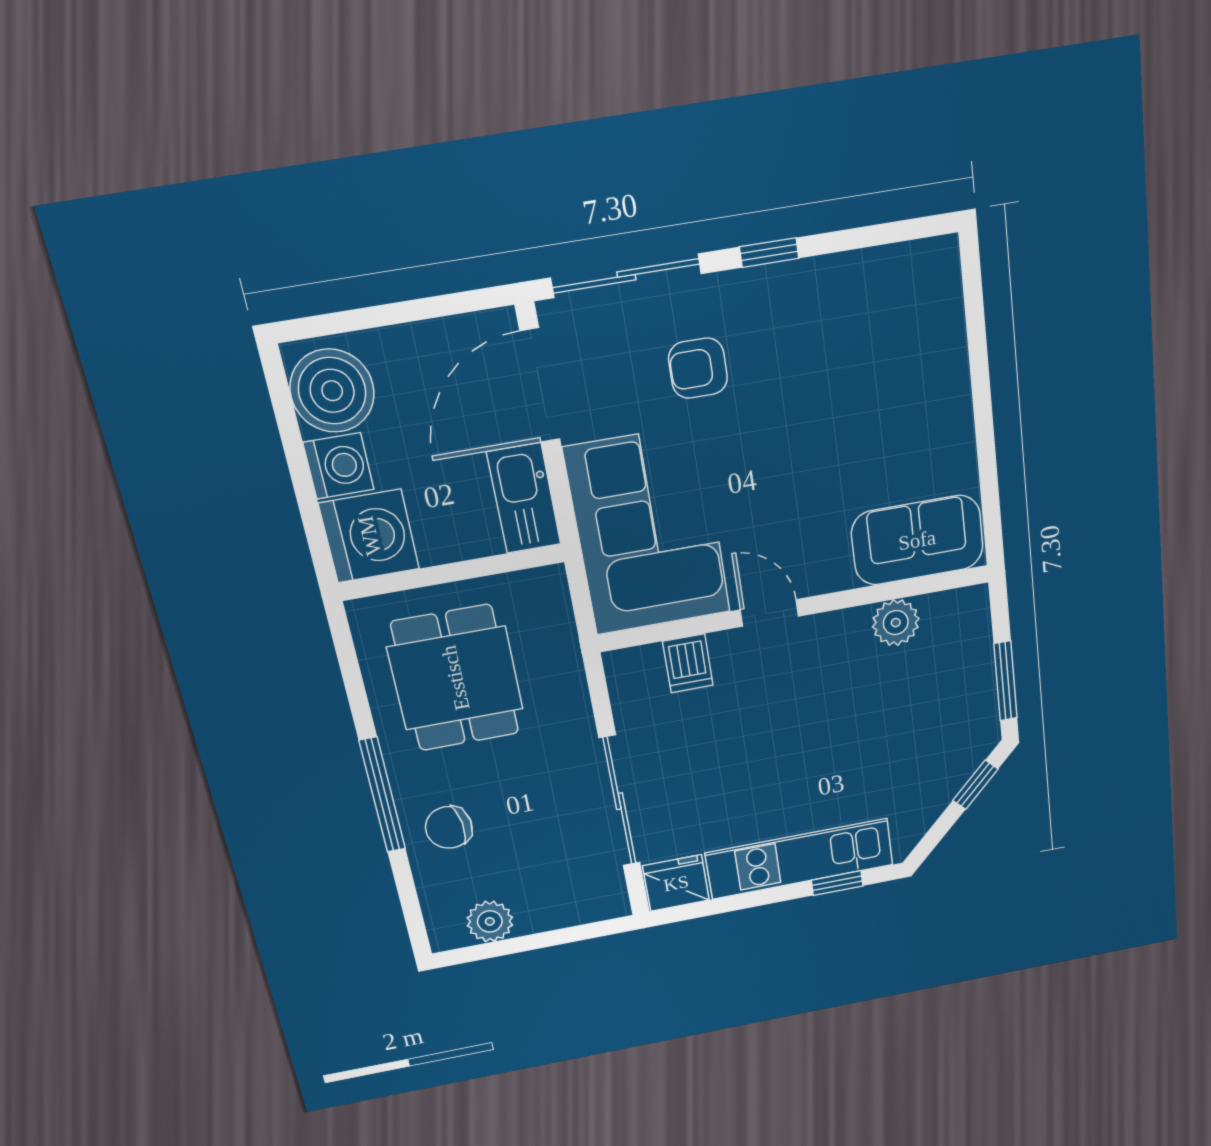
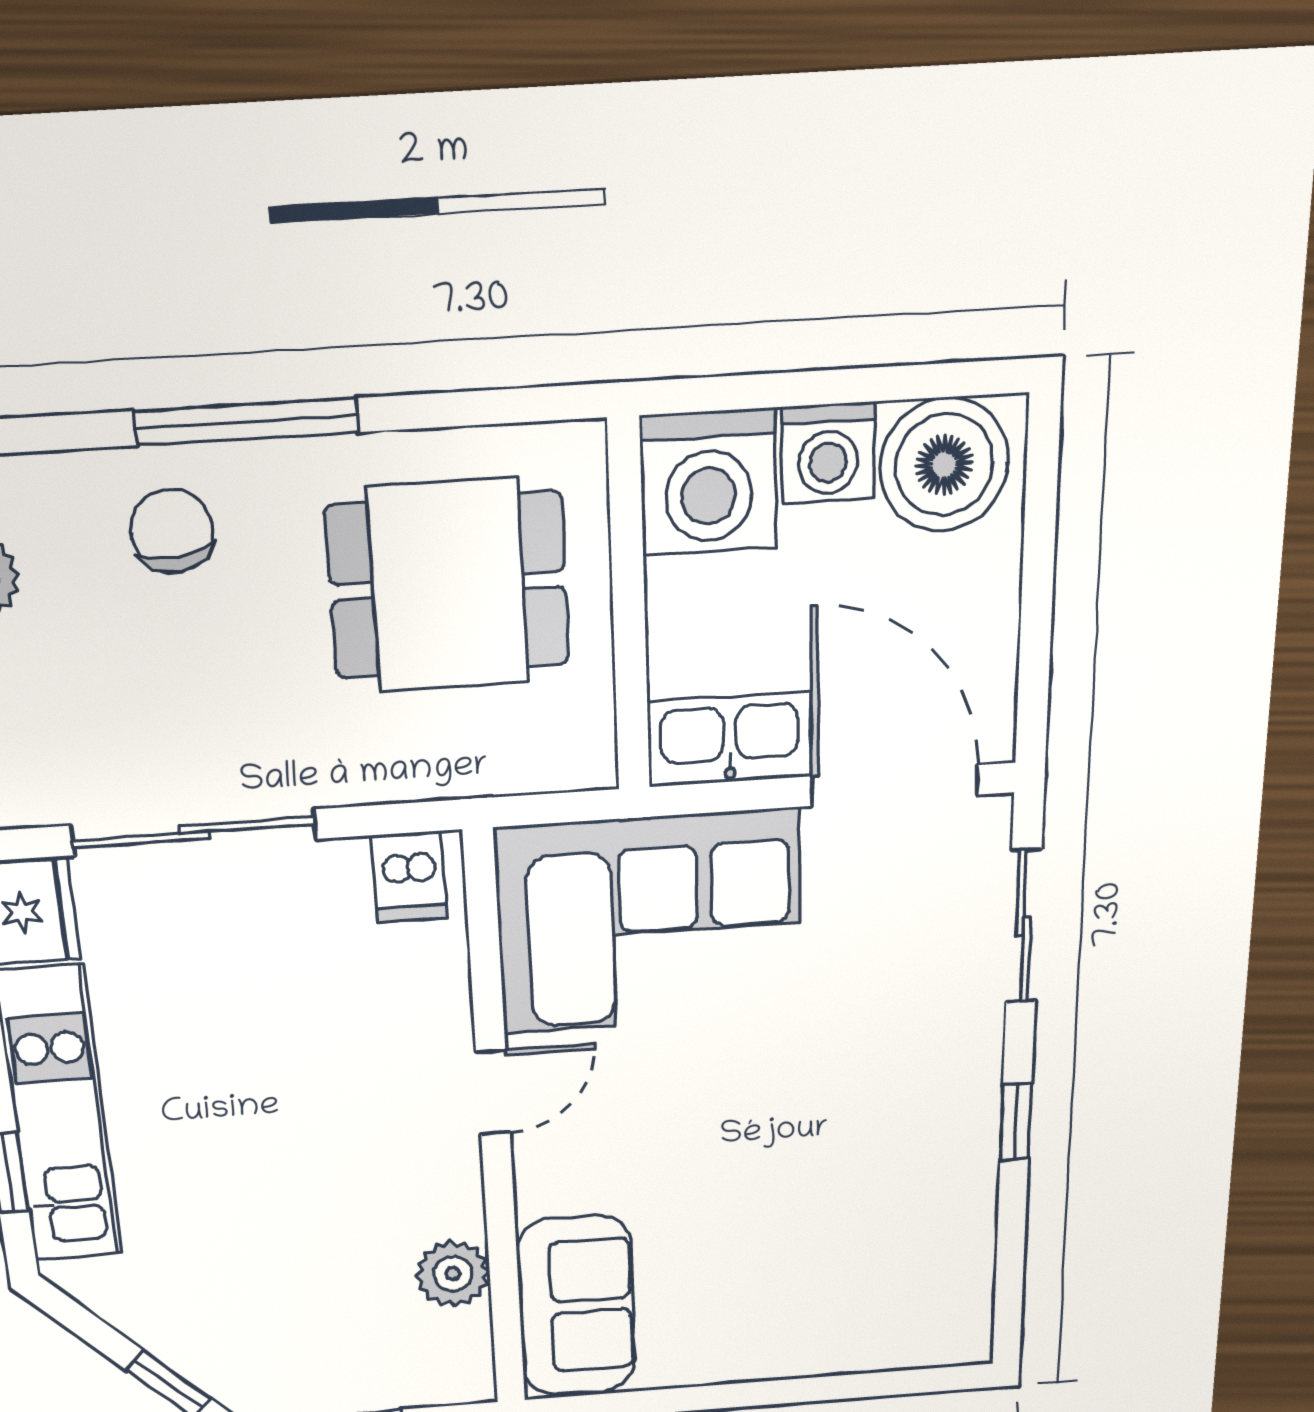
sliding door: (626, 276) -> (1024, 926), width x0.73
armchair: (698, 368) -> (878, 1015), removed
dishwasher: (688, 663) -> (409, 877), moved, turned -90

